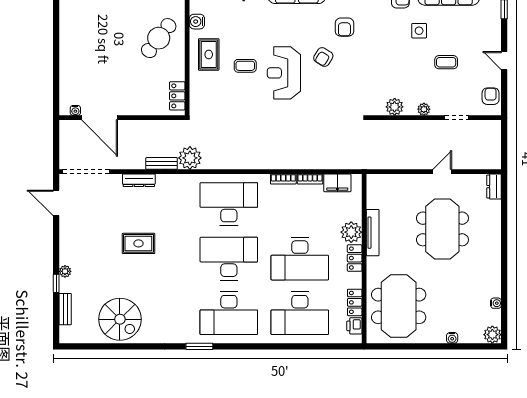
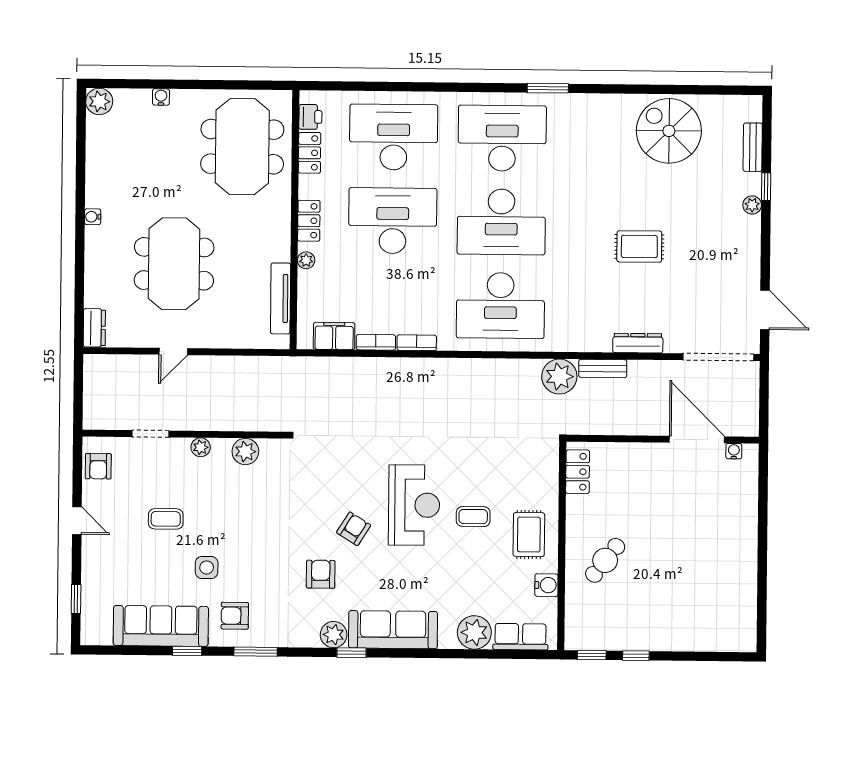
cafe table: (159, 38) -> (605, 560), width x0.73, depth x0.74
plant: (351, 232) -> (306, 260), width x0.53, depth x0.53
tv unit: (373, 233) -> (281, 298), moved
water cooler: (496, 303) -> (93, 217), moved

